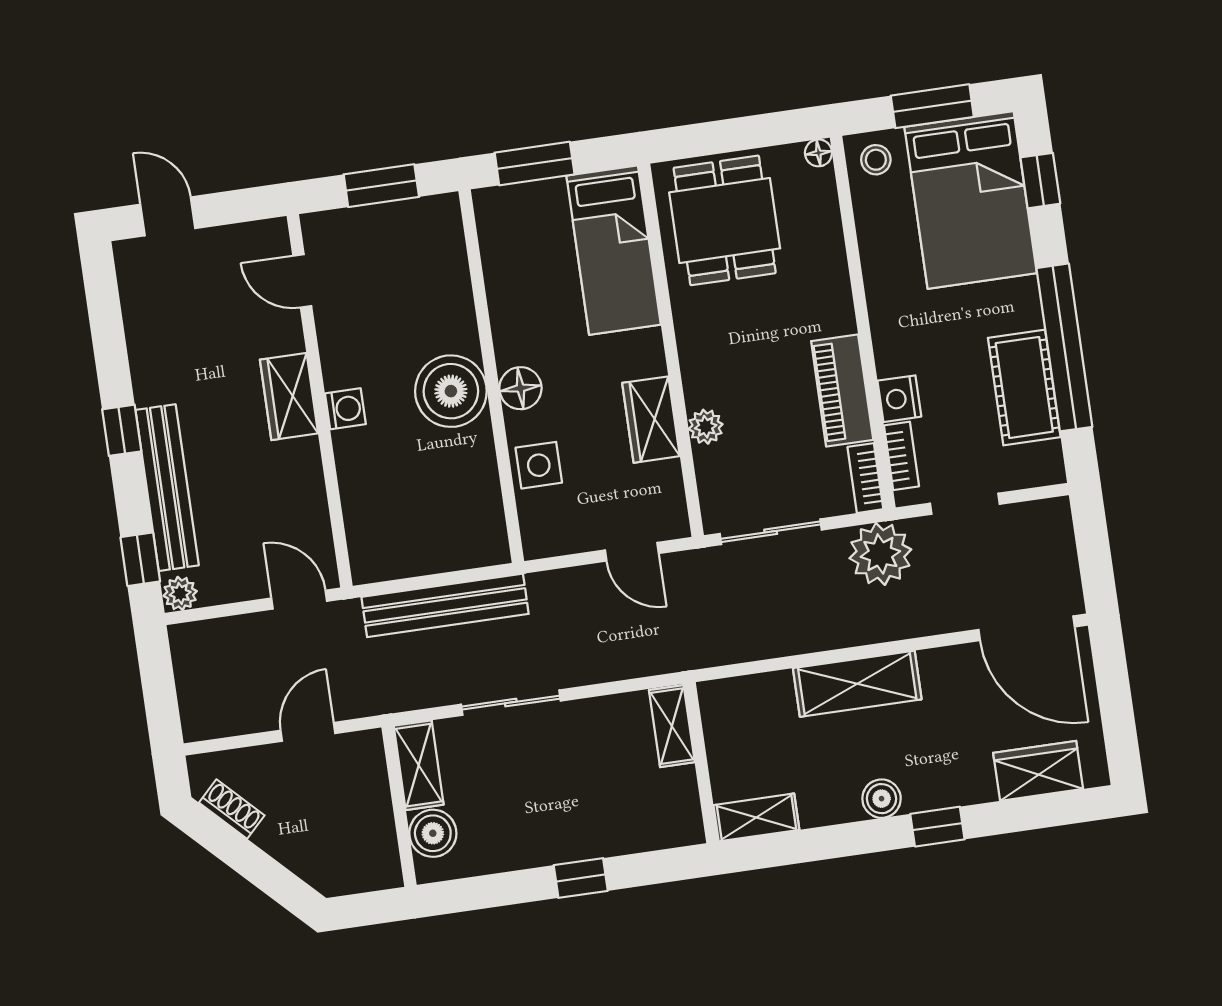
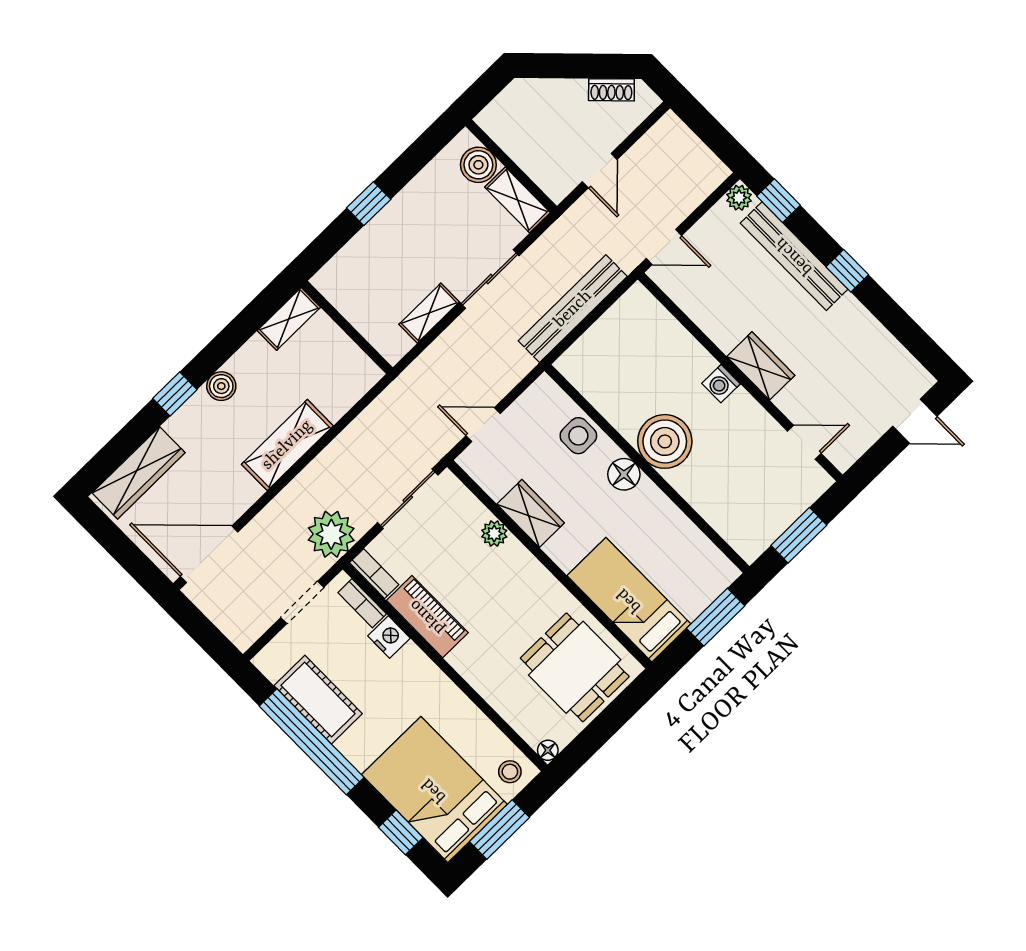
shelving: (672, 726) -> (429, 313), moved, turned 90
wardrobe: (1038, 771) -> (139, 473), width x1.50

